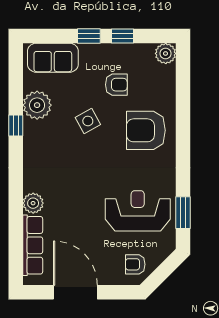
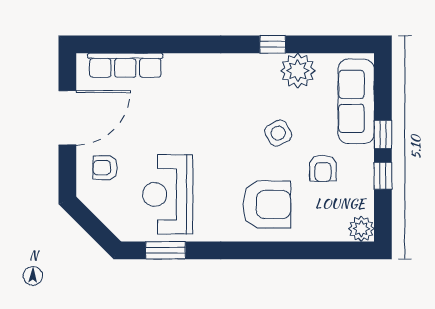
sofa: (53, 58) -> (356, 101), width x1.36
armchair: (146, 130) -> (267, 204), turned 90
plant: (33, 203) -> (177, 66), removed
reception desk: (138, 211) -> (168, 194), turned 180
armchair: (135, 264) -> (105, 168), moved, turned -90

